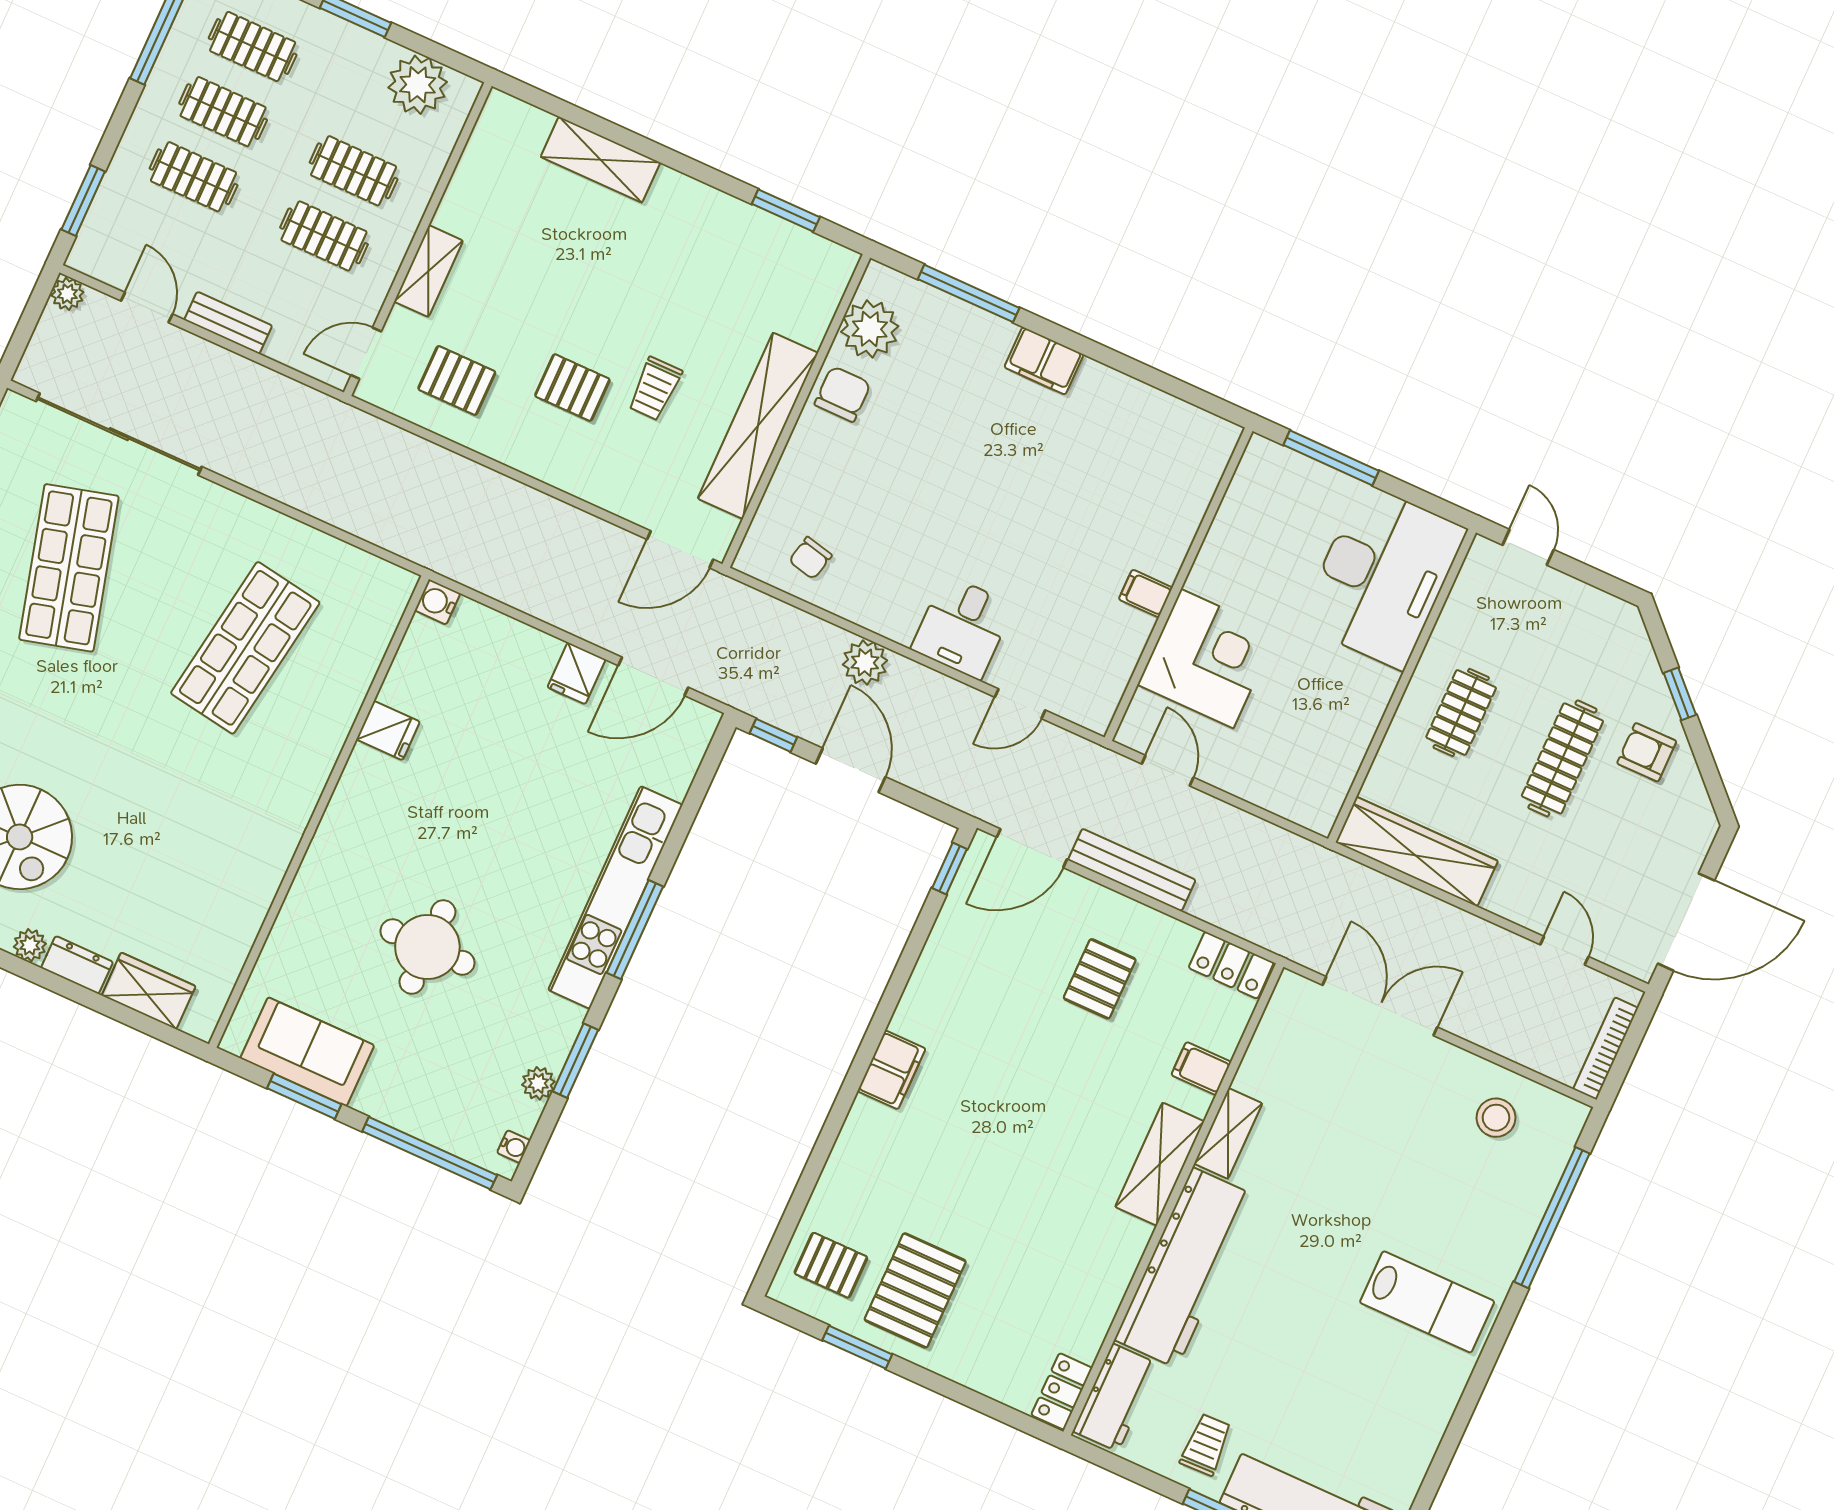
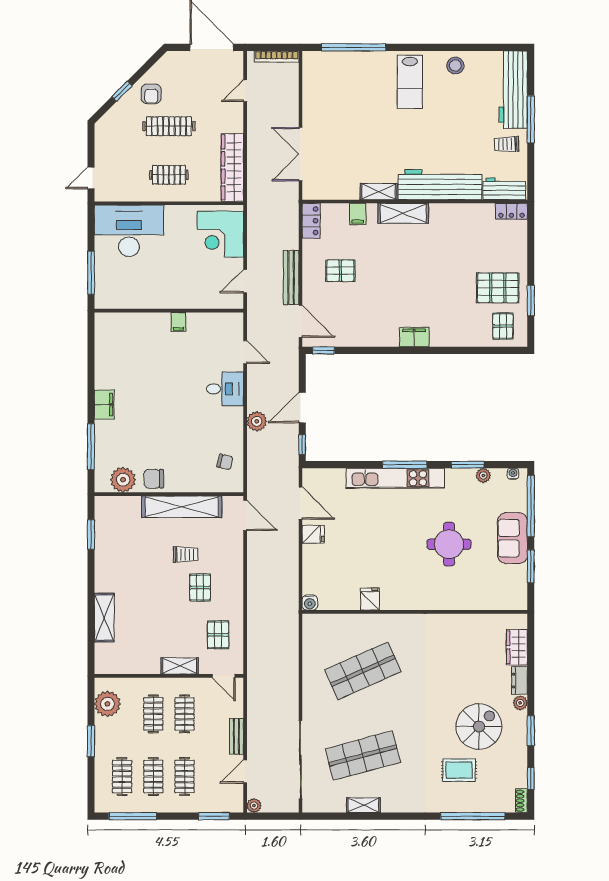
shop shelf: (245, 648) -> (363, 671), turned -33
corner desk: (1207, 659) -> (220, 234), moved, turned -90
sofa: (307, 1052) -> (513, 538), moved
stool: (1496, 1118) -> (455, 65), moved
lab bench: (1427, 1302) -> (410, 82), turned 180

